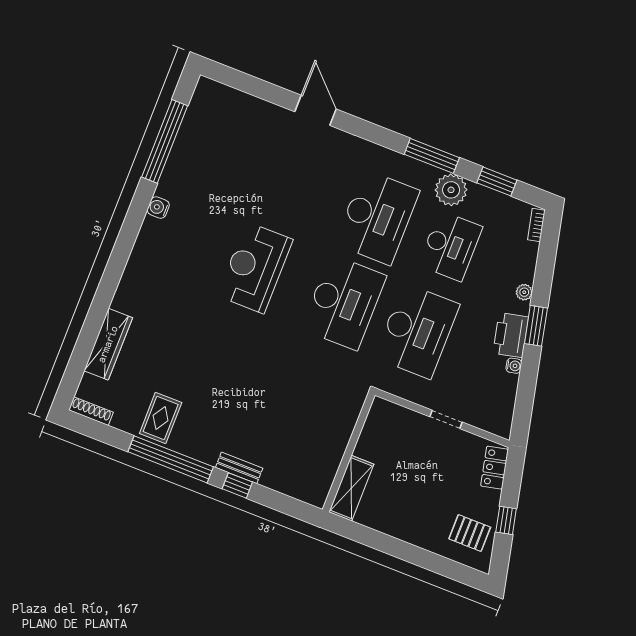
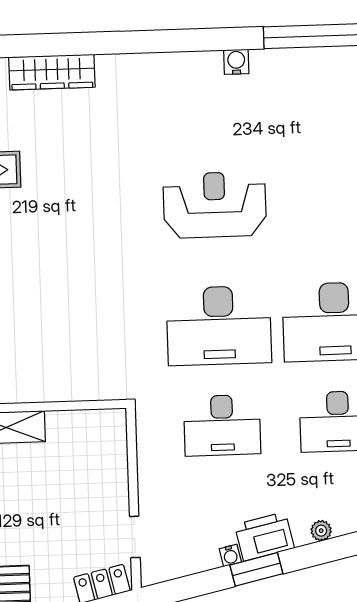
window: (536, 326) -> (256, 569), moved
desk: (417, 331) -> (222, 425), width x0.73, depth x0.77
doorway: (446, 419) -> (135, 537), moved

